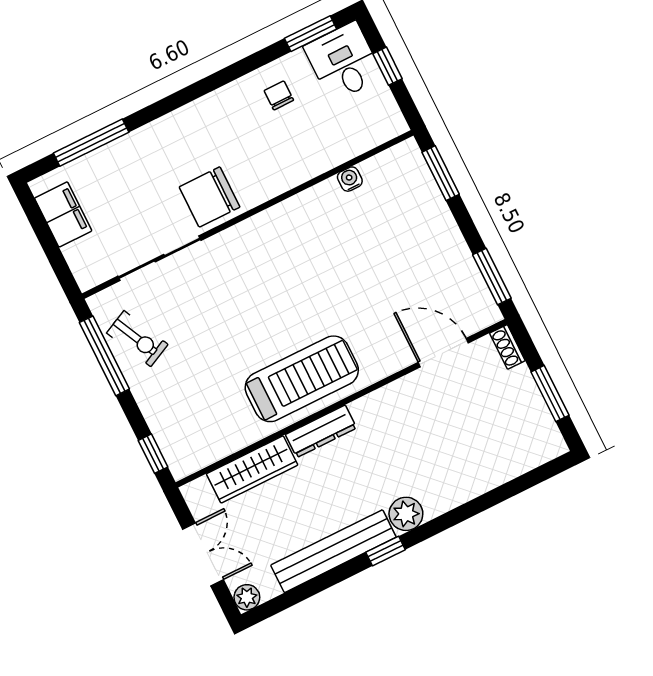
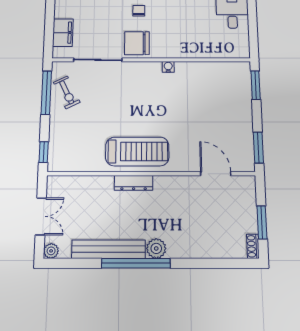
window: (387, 66) -> (253, 24), removed
chair: (279, 95) -> (139, 11), moved
water cooler: (350, 179) -> (168, 67), moved
filing cabinet: (63, 214) -> (63, 33), moved
shoe rack: (507, 347) -> (253, 246), moved
wardrobe: (252, 469) -> (89, 185), removed
window: (386, 551) -> (136, 263), width x3.17

